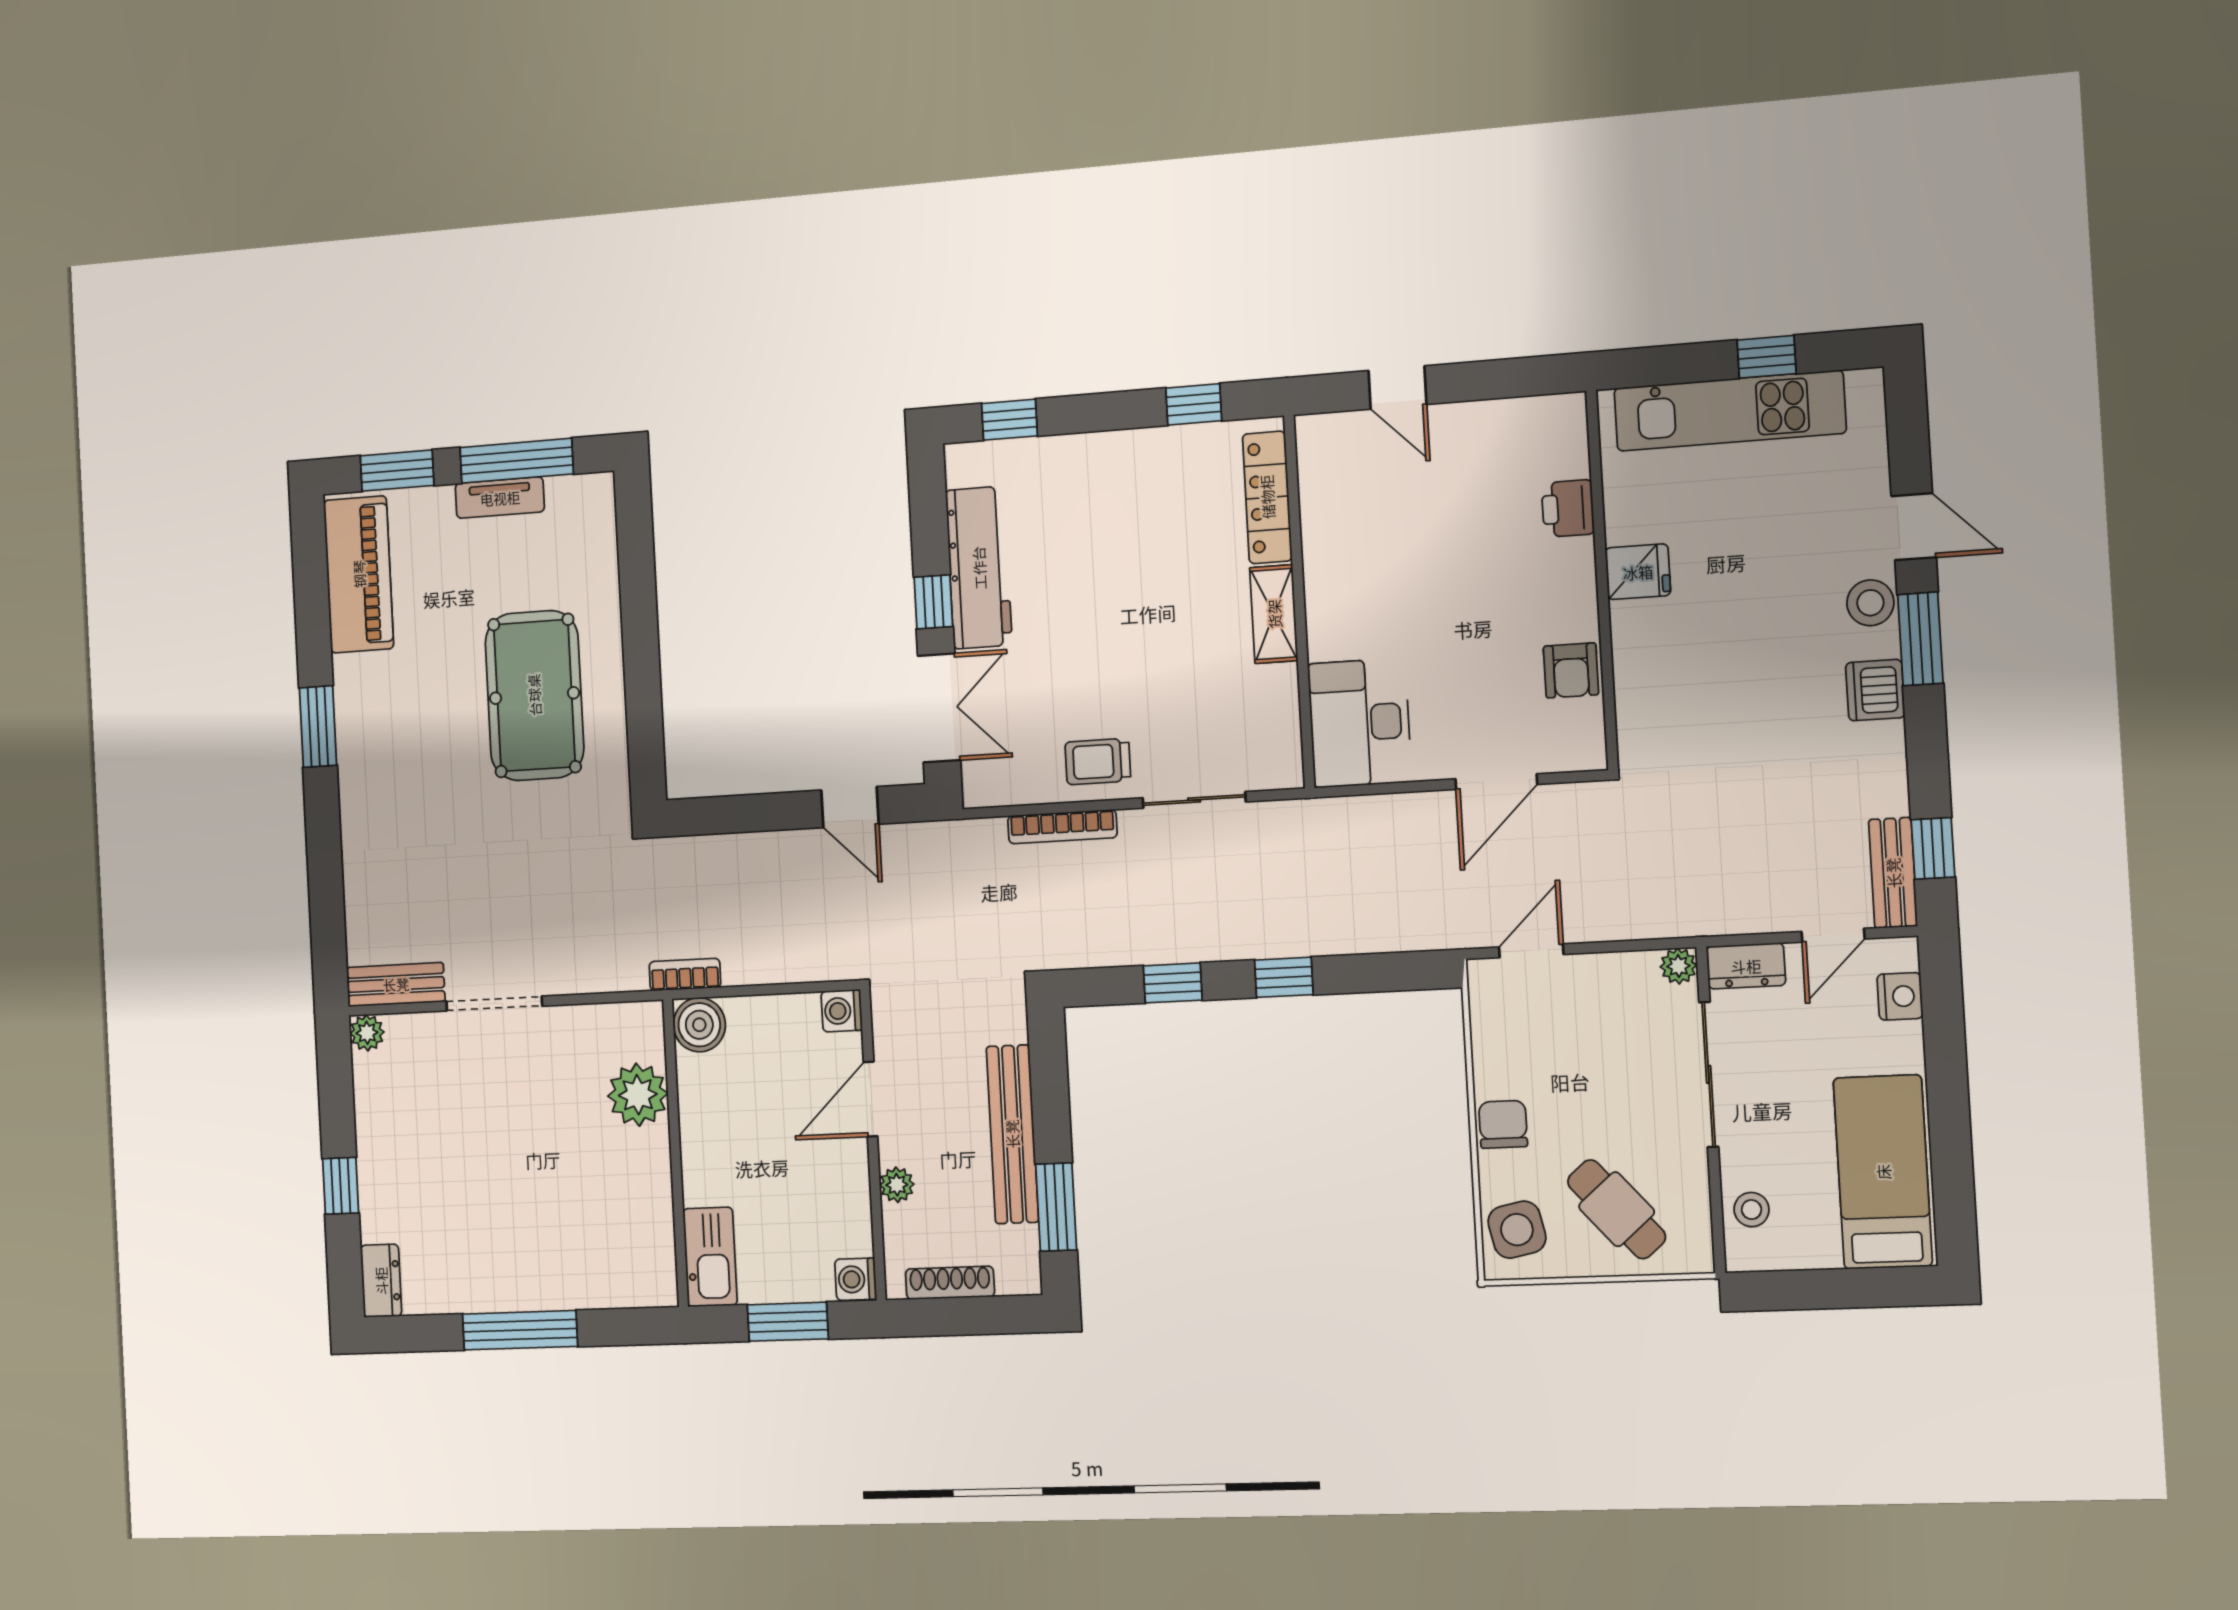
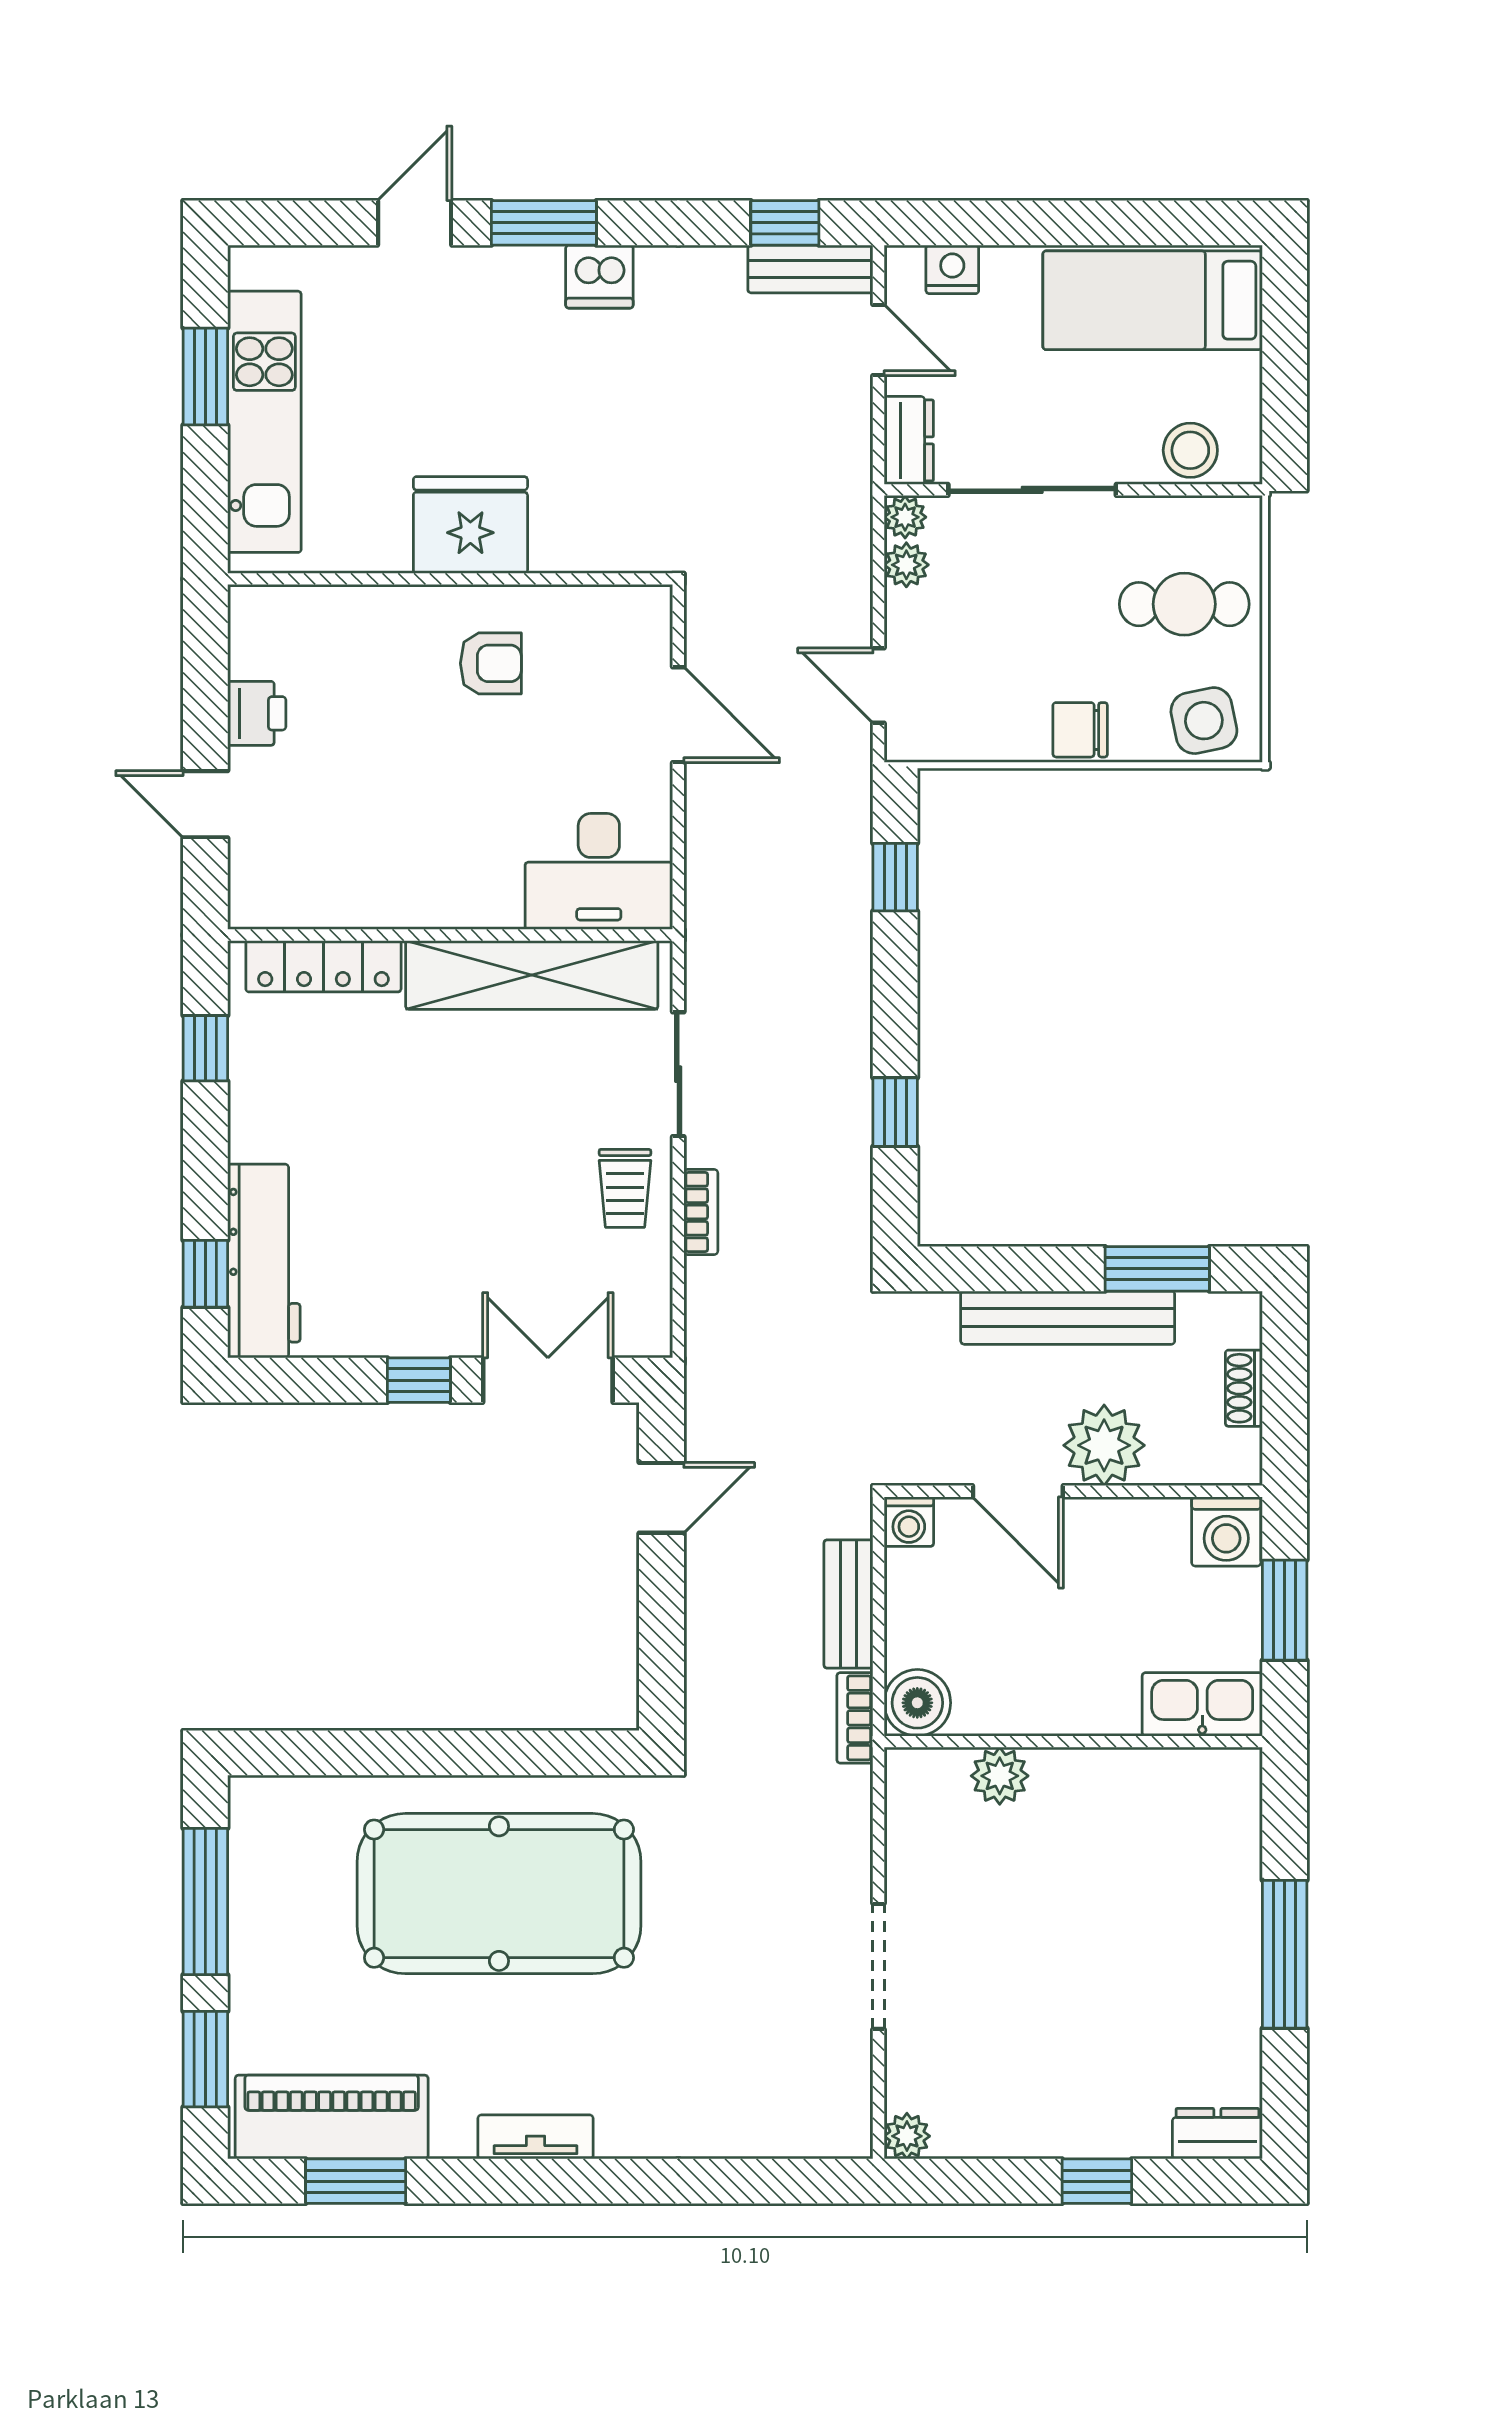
window: (1766, 357) -> (205, 376), width x1.50
door: (1397, 387) -> (205, 804), swing flipped
tv unit: (500, 498) -> (536, 2137), moved, turned -90
printer: (1568, 508) -> (257, 713), moved, turned -90
workbench: (979, 568) -> (264, 1261), moved, turned 90
fridge: (1638, 572) -> (470, 525), width x1.88, depth x1.34
stool: (1870, 603) -> (499, 276), removed
shelving: (1274, 614) -> (532, 975), width x2.20, depth x1.33
armchair: (1571, 670) -> (491, 663), moved
pool table: (534, 695) -> (499, 1894), width x1.36, depth x1.32
window: (318, 727) -> (356, 2181), moved
bookcase: (1062, 827) -> (701, 1212), width x0.64
plant: (1637, 969) -> (906, 565), added
window: (1284, 977) -> (895, 877), moved
bench: (396, 984) -> (848, 1604), moved
plant: (638, 1095) -> (1000, 1776), width x0.73, depth x0.73
plant: (897, 1185) -> (1104, 1445), width x1.87, depth x1.87
cafe table: (1617, 1209) -> (1184, 604), turned 41
stool: (1751, 1210) -> (1190, 450), width x1.37, depth x1.37
washing machine: (856, 1279) -> (1226, 1531), width x1.38, depth x1.38
shoe rack: (950, 1283) -> (1244, 1388), width x0.70

